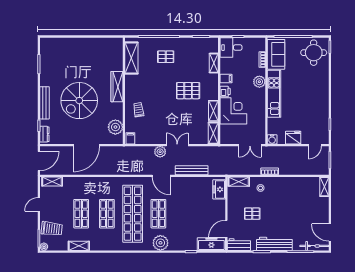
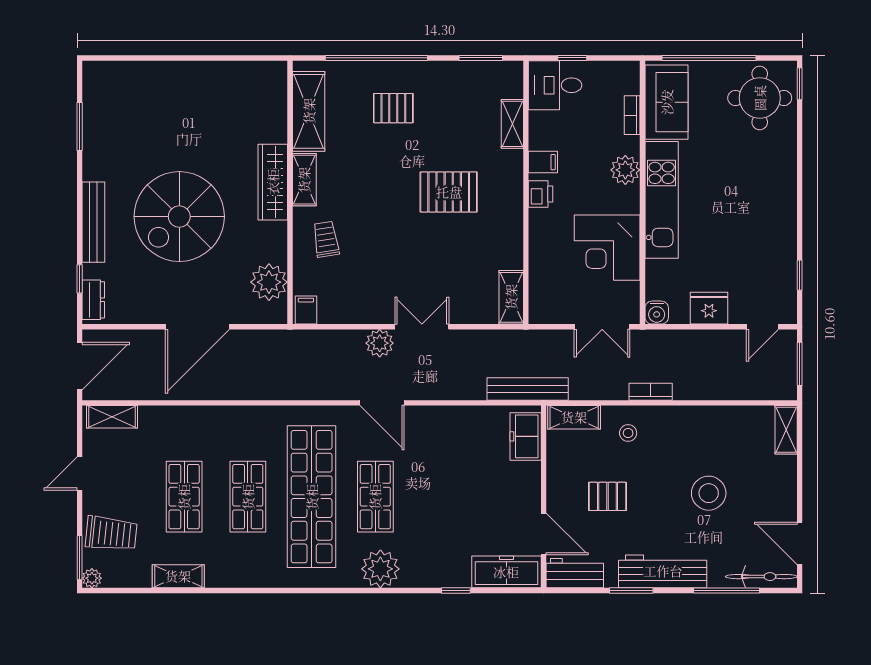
shelving: (213, 111) -> (304, 180), moved
corner desk: (233, 111) -> (607, 248), moved, turned 180
bench: (192, 170) -> (528, 389), moved
stool: (293, 212) -> (709, 493), added
door: (226, 229) -> (544, 534), swing flipped

